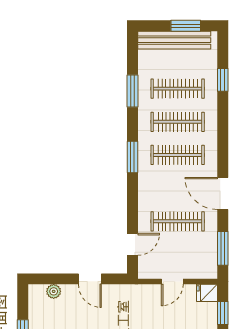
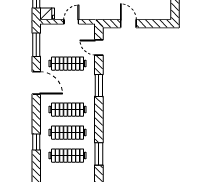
window: (223, 80) -> (36, 142), moved
window: (132, 157) -> (99, 85), moved
door: (132, 244) -> (99, 48), hinge flipped
plant: (54, 291) -> (154, 15), removed

